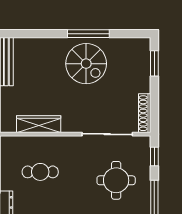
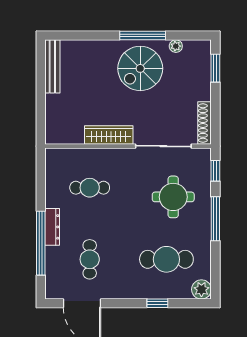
plant: (118, 43) -> (176, 46), added
spiral stairs: (86, 64) -> (140, 68), turned 90
wardrobe: (39, 124) -> (109, 135), moved

